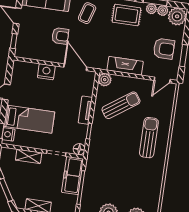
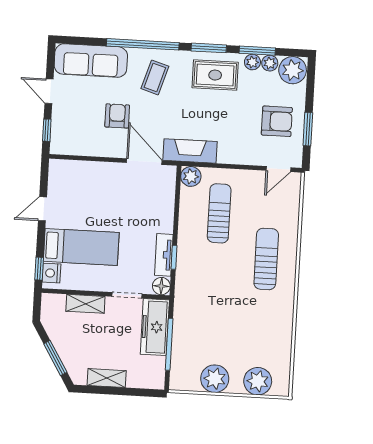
armchair: (60, 36) -> (117, 116), turned -90
fireplace: (125, 66) -> (190, 151), moved
nightstand: (46, 72) -> (101, 172), removed
sun lounger: (121, 105) -> (219, 213), turned -55
tv unit: (85, 110) -> (164, 255), moved

